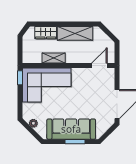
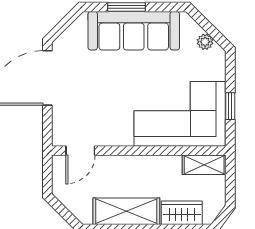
shelving: (54, 58) -> (204, 165), moved
window: (20, 78) -> (230, 106), moved

